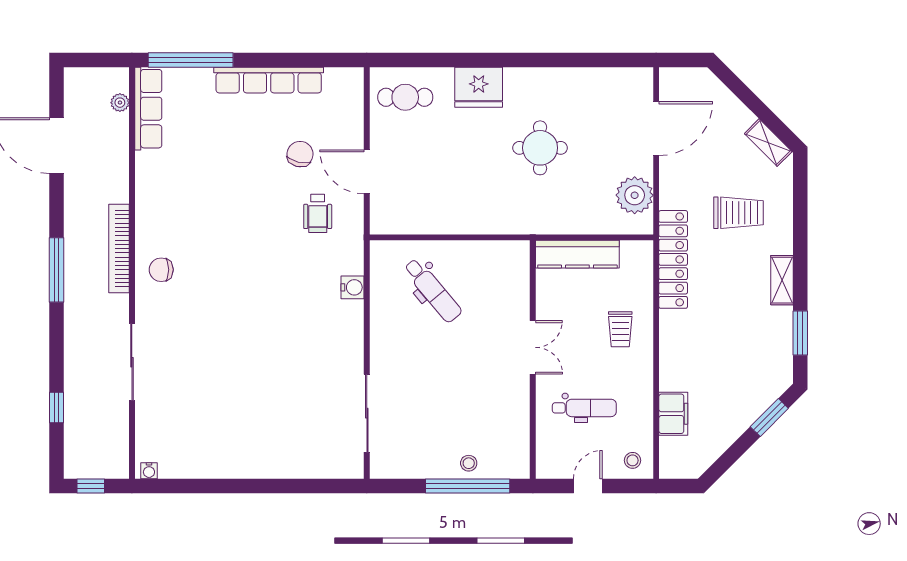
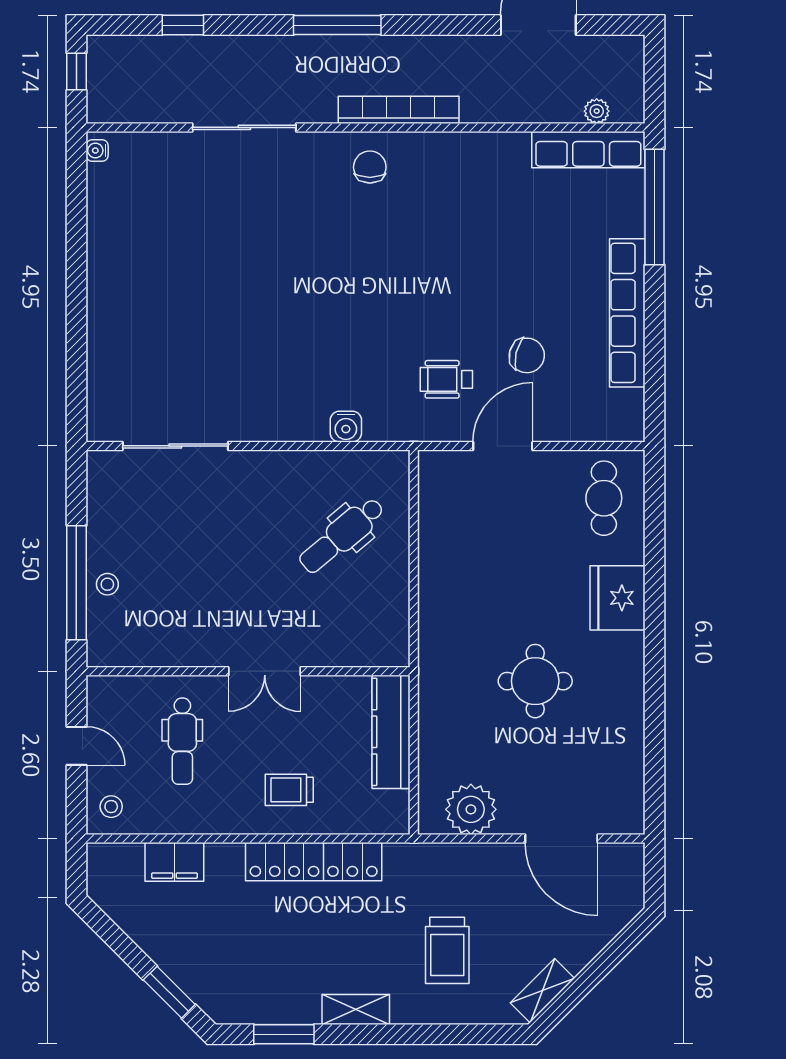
locker: (673, 259) -> (314, 862), moved
window: (57, 270) -> (337, 25), moved

